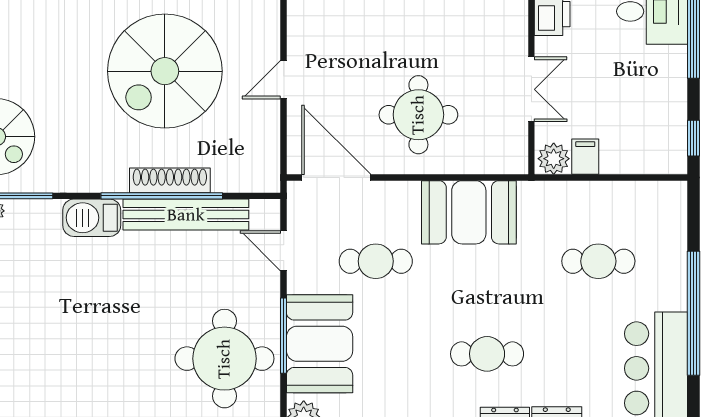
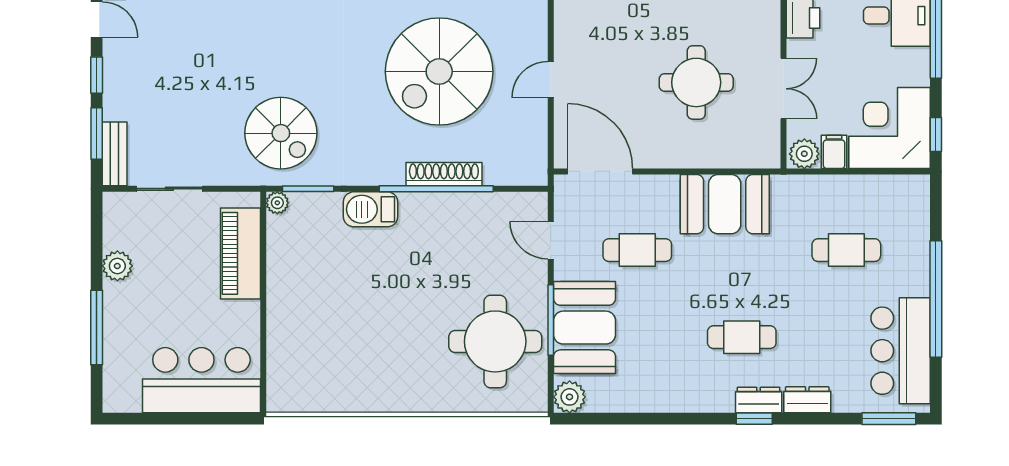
round table: (418, 115) -> (696, 82), moved
corner desk: (644, 131) -> (889, 128), added
bench: (186, 215) -> (459, 206), removed

